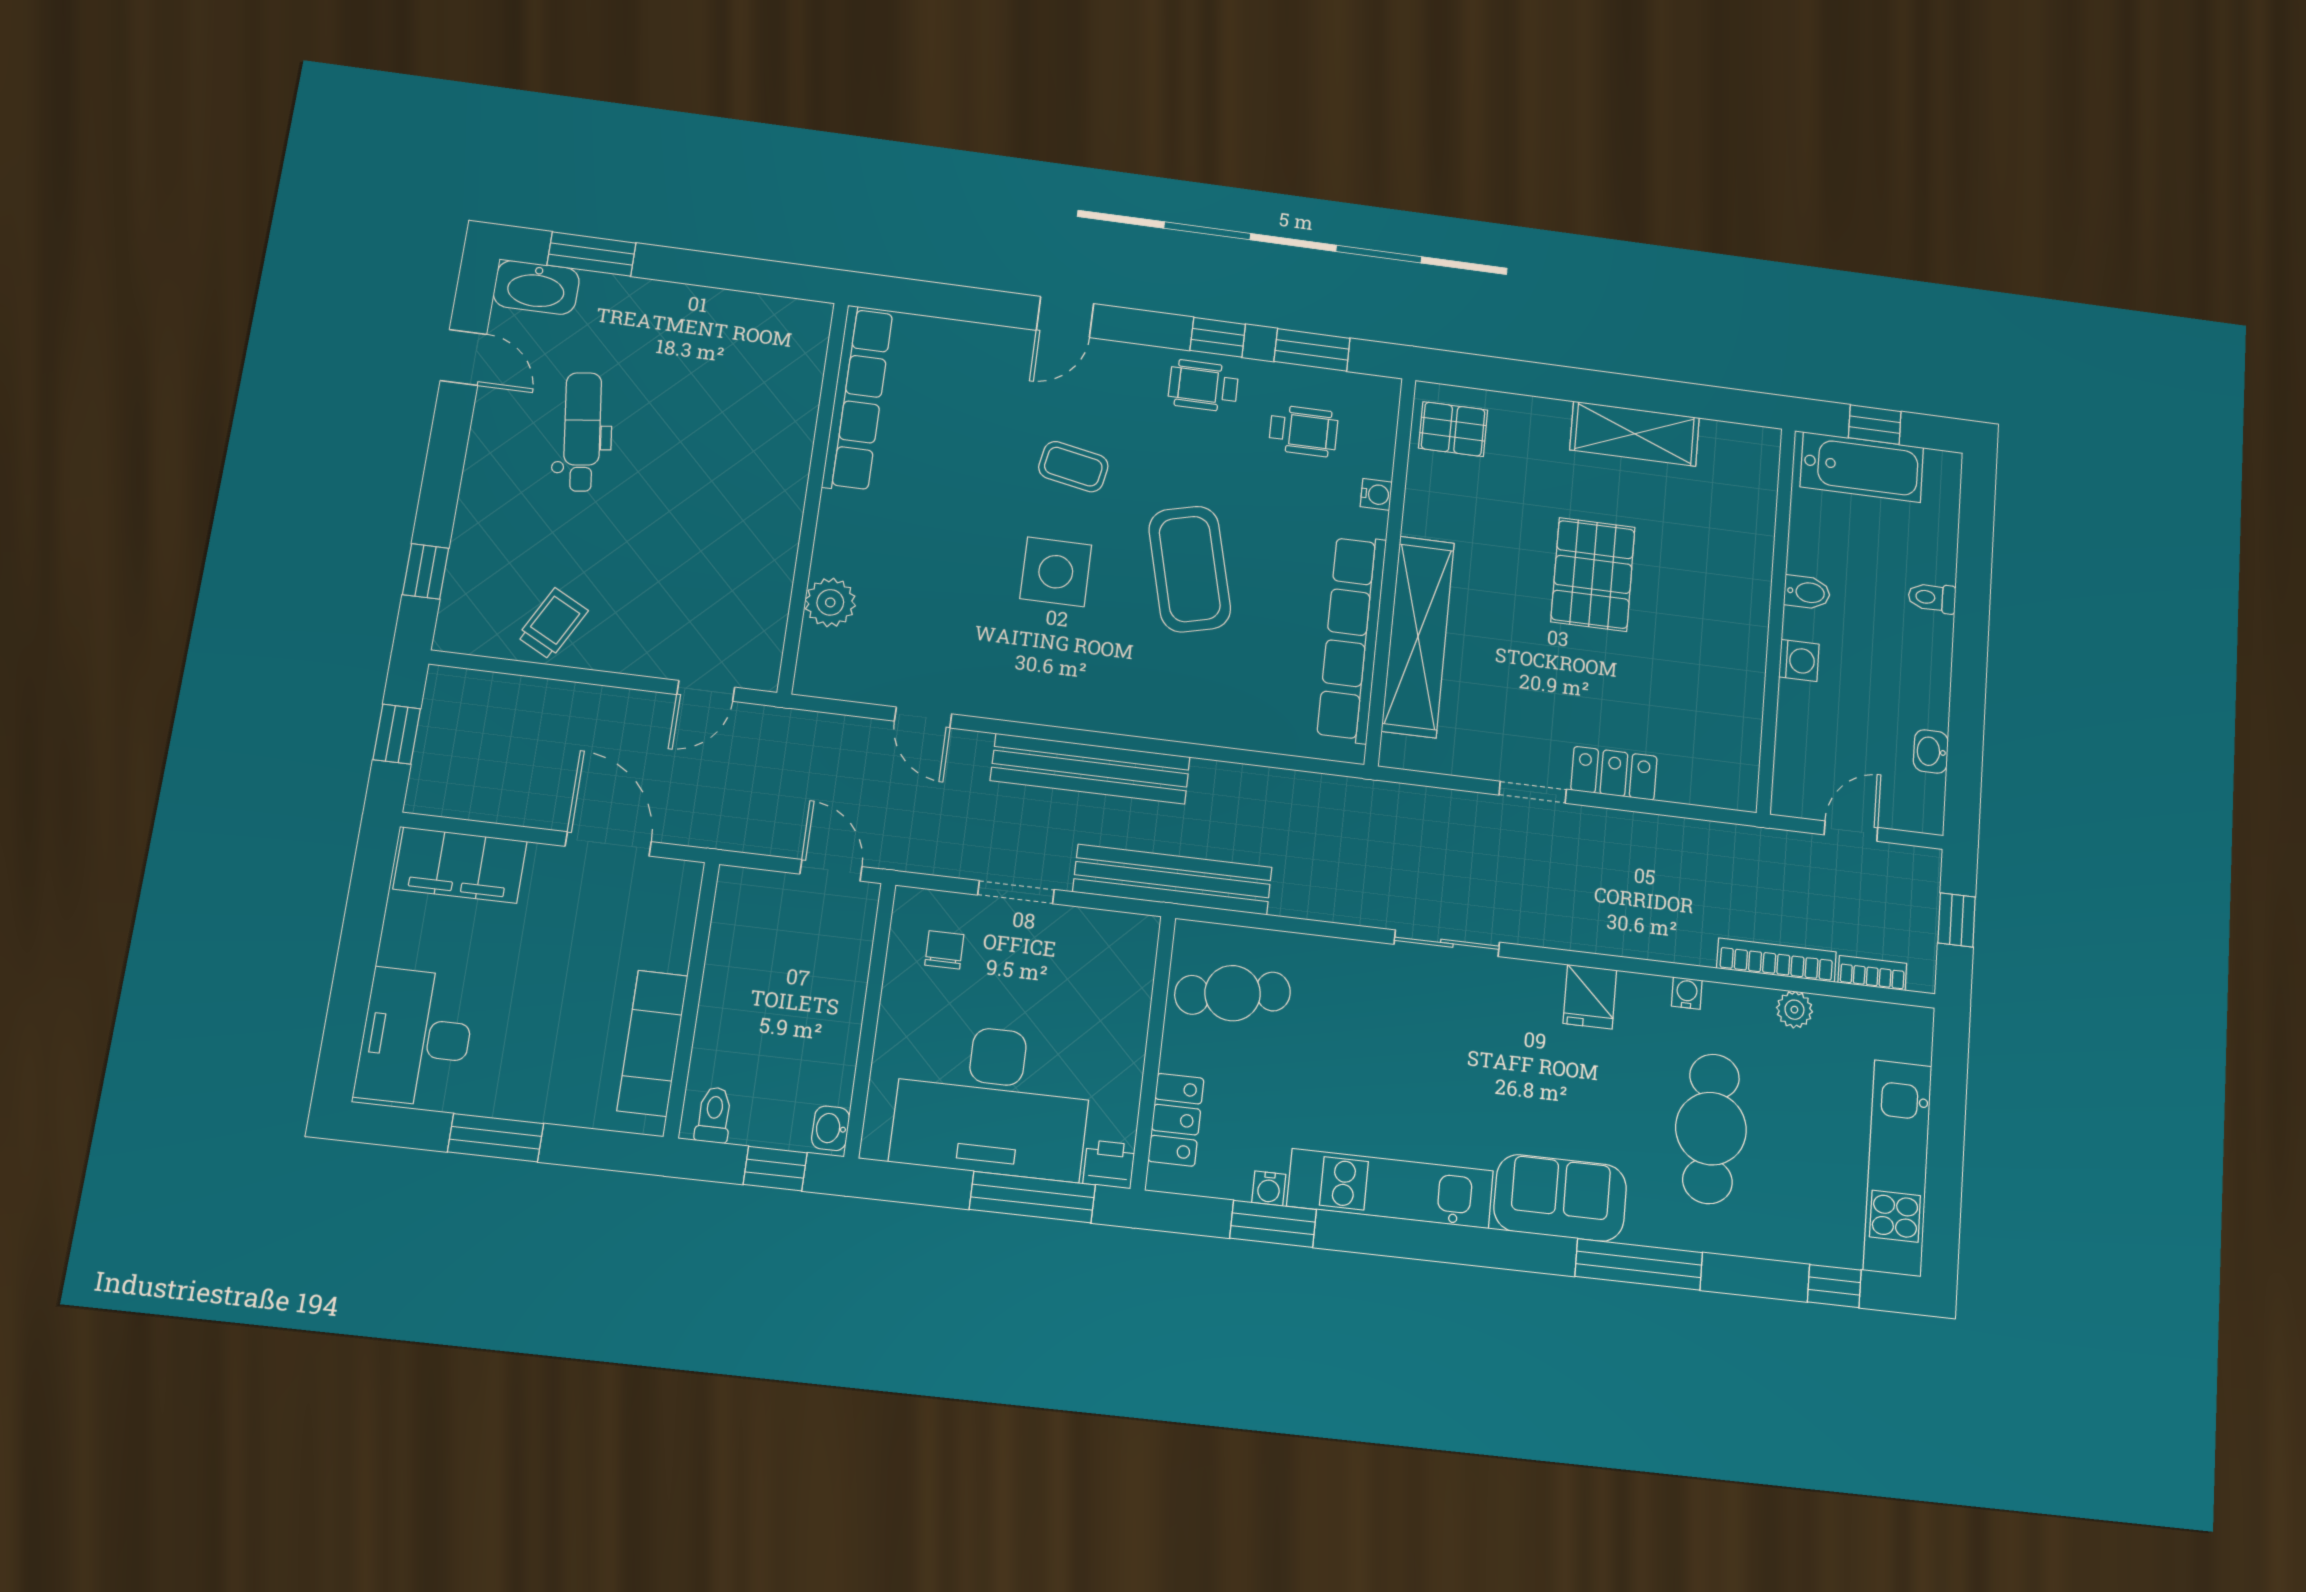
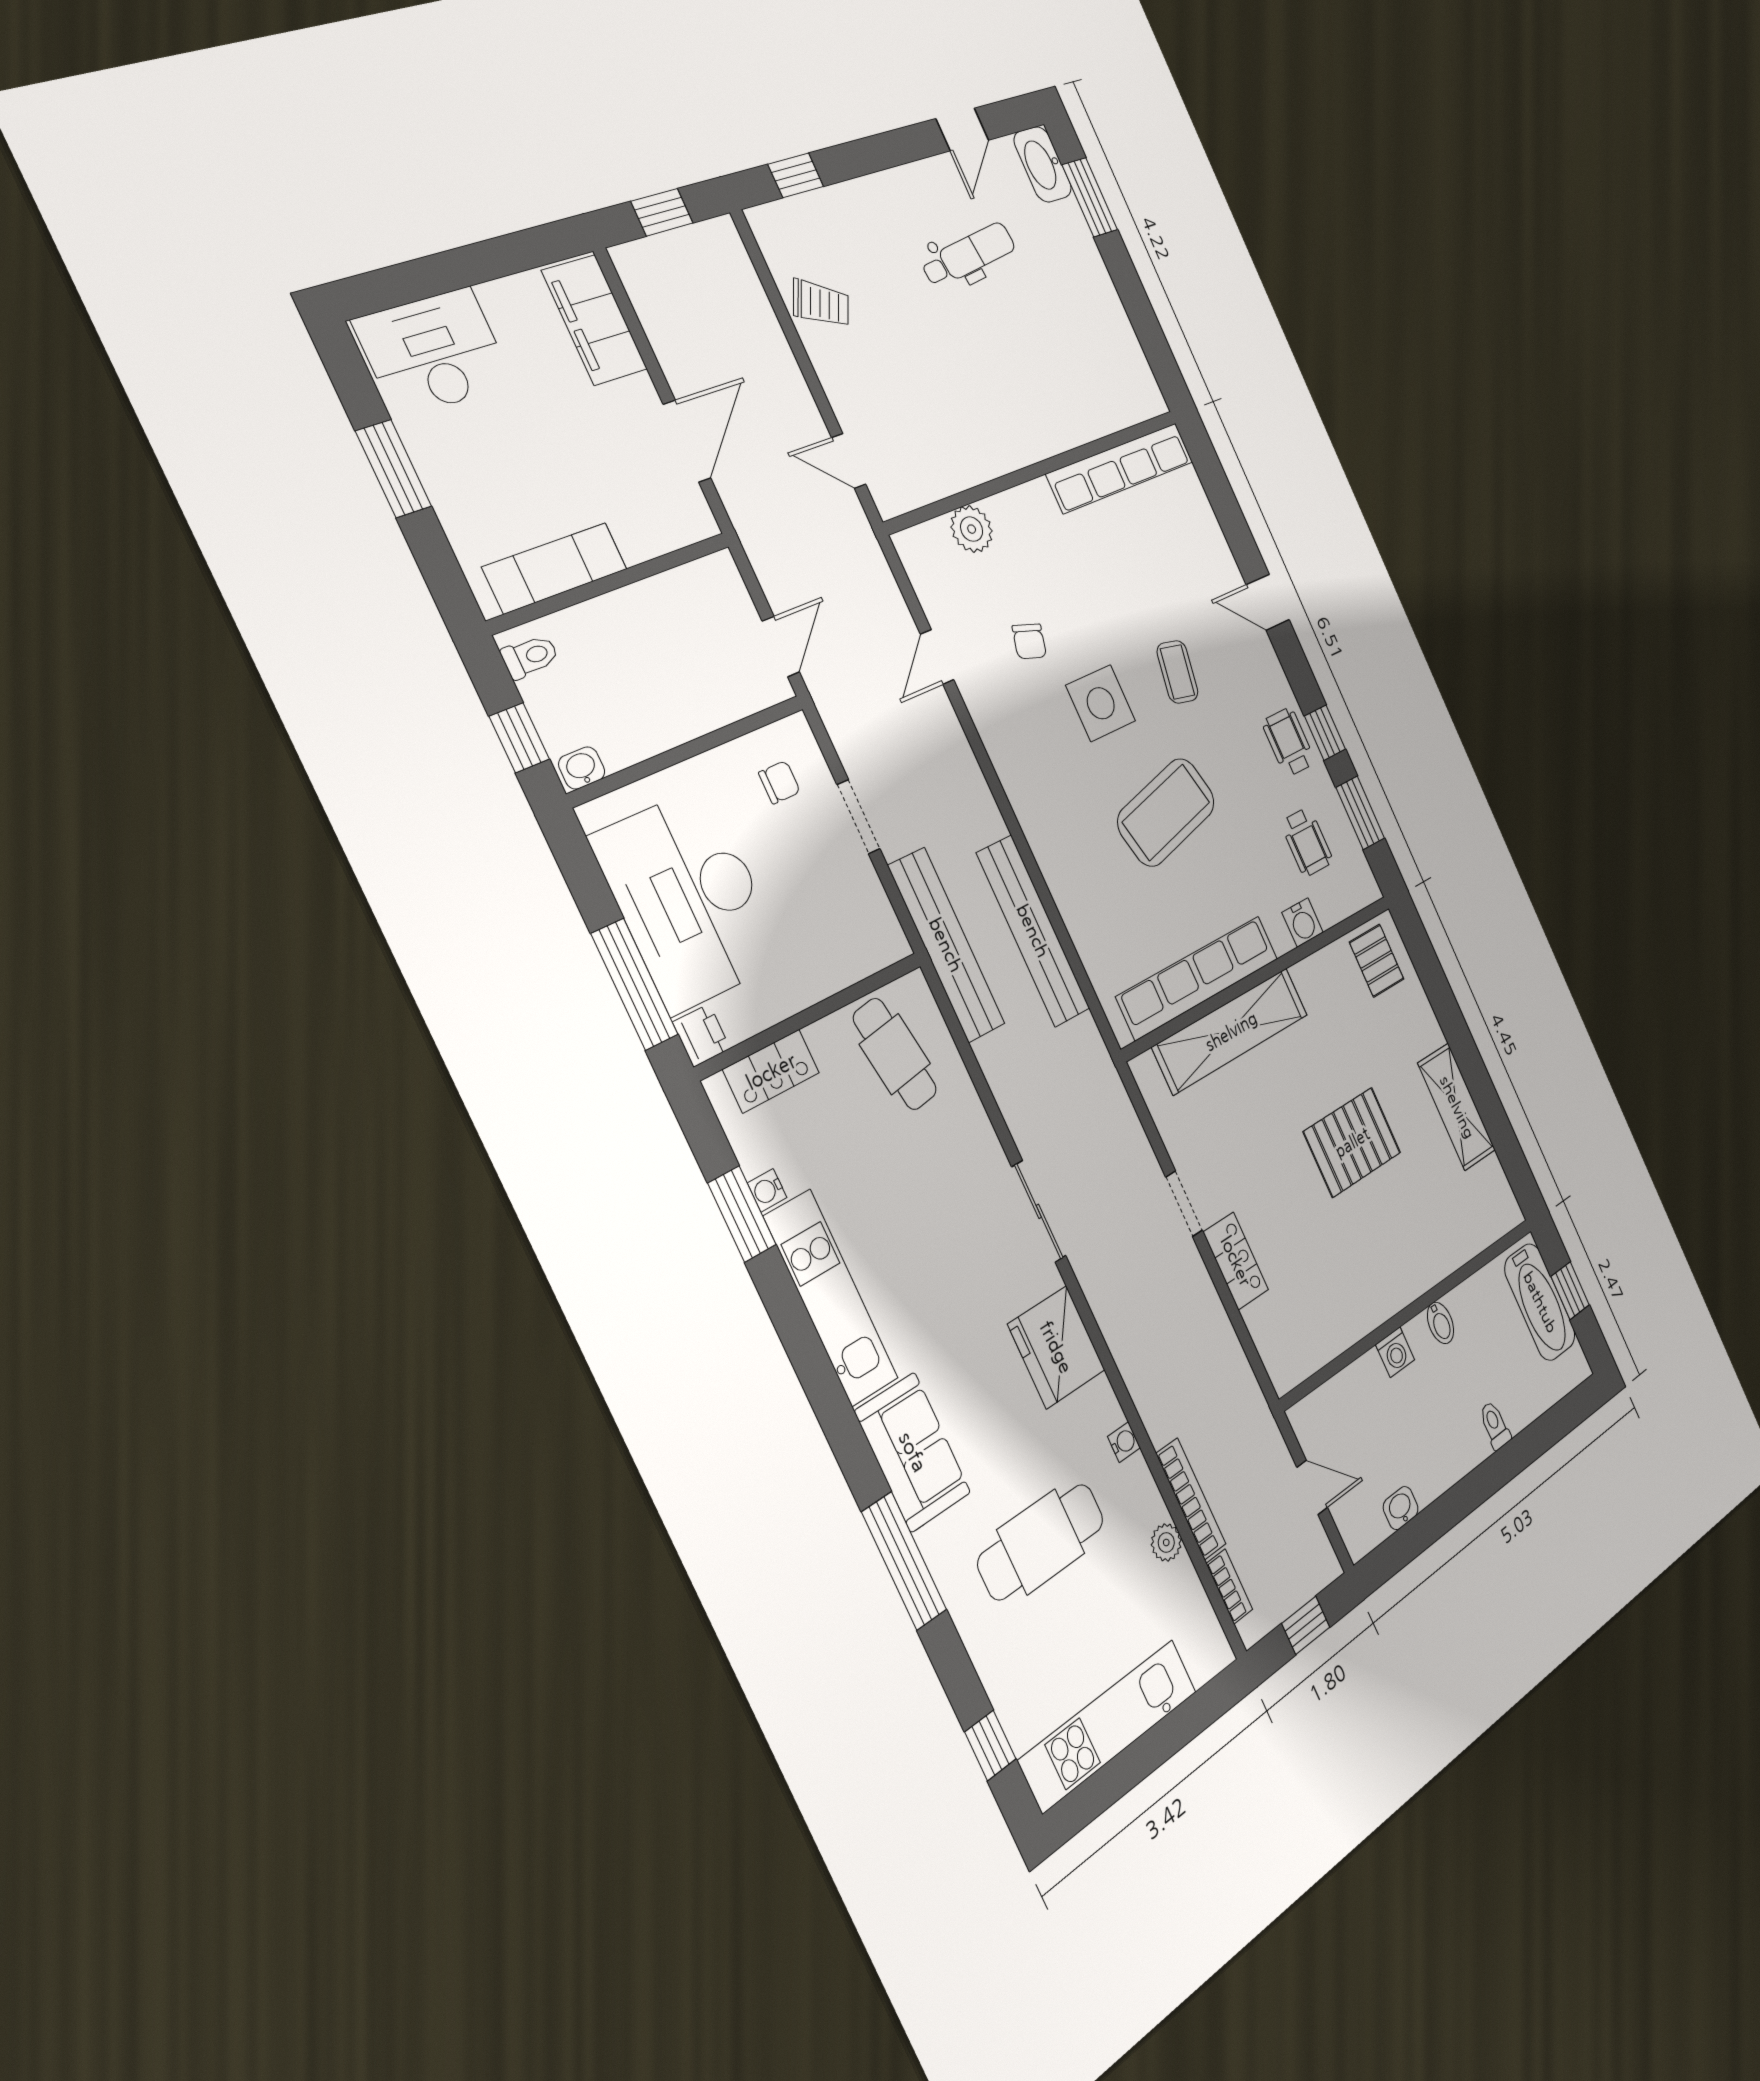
water cooler: (1376, 494) -> (1303, 922), width x1.38, depth x1.38
chair: (961, 610) -> (1029, 641), added
bench: (1090, 769) -> (1033, 931), moved
fridge: (1590, 997) -> (1056, 1347), width x1.88, depth x1.34

